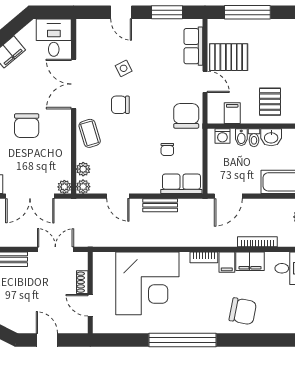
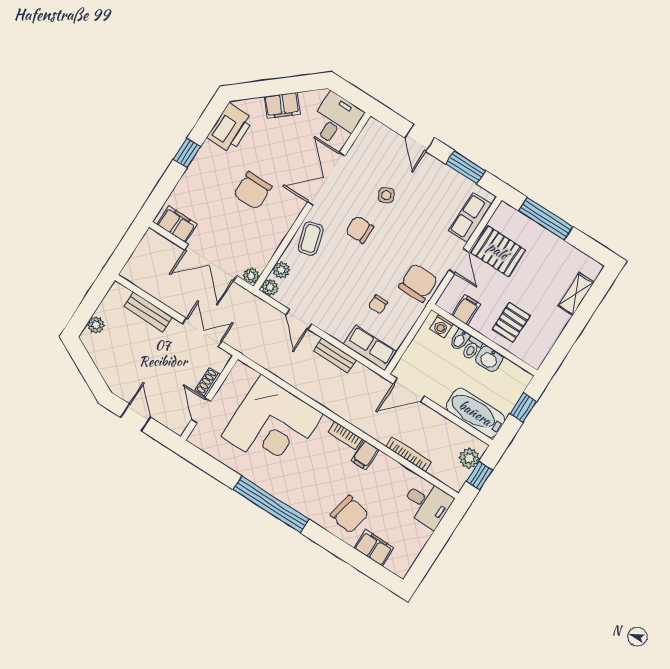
filing cabinet: (250, 261) -> (374, 548), moved, turned 180

